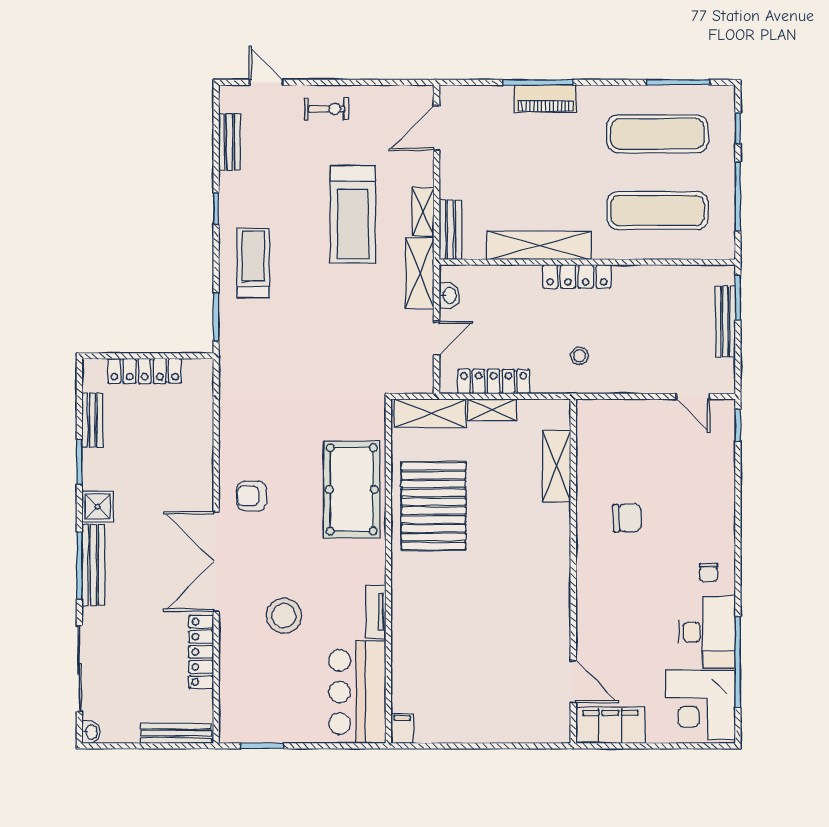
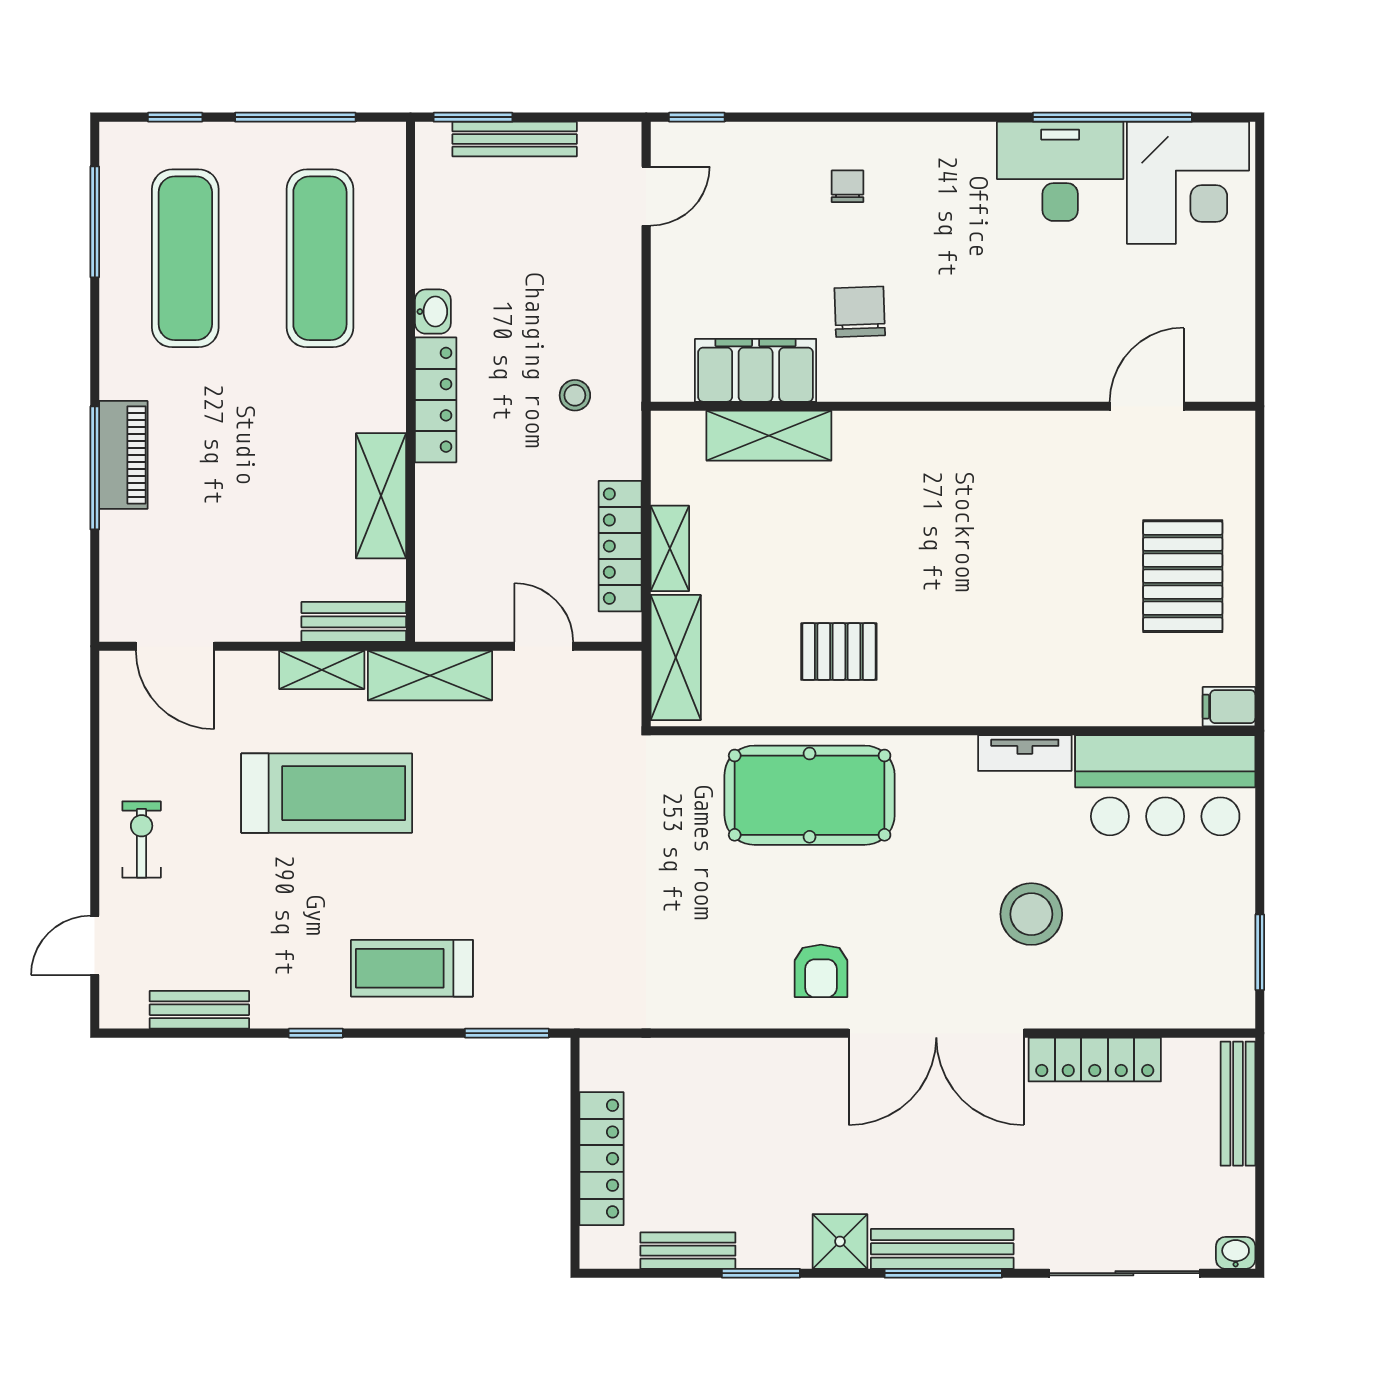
shelving: (539, 245) -> (381, 496), width x0.68
washbasin: (449, 295) -> (433, 312), moved, turned 90
pallet: (434, 506) -> (839, 652), width x0.49, depth x0.50
chair: (709, 572) -> (847, 186), moved, turned -90
pallet: (476, 702) -> (1183, 576), added
filing cabinet: (610, 725) -> (756, 370), moved, turned 90

